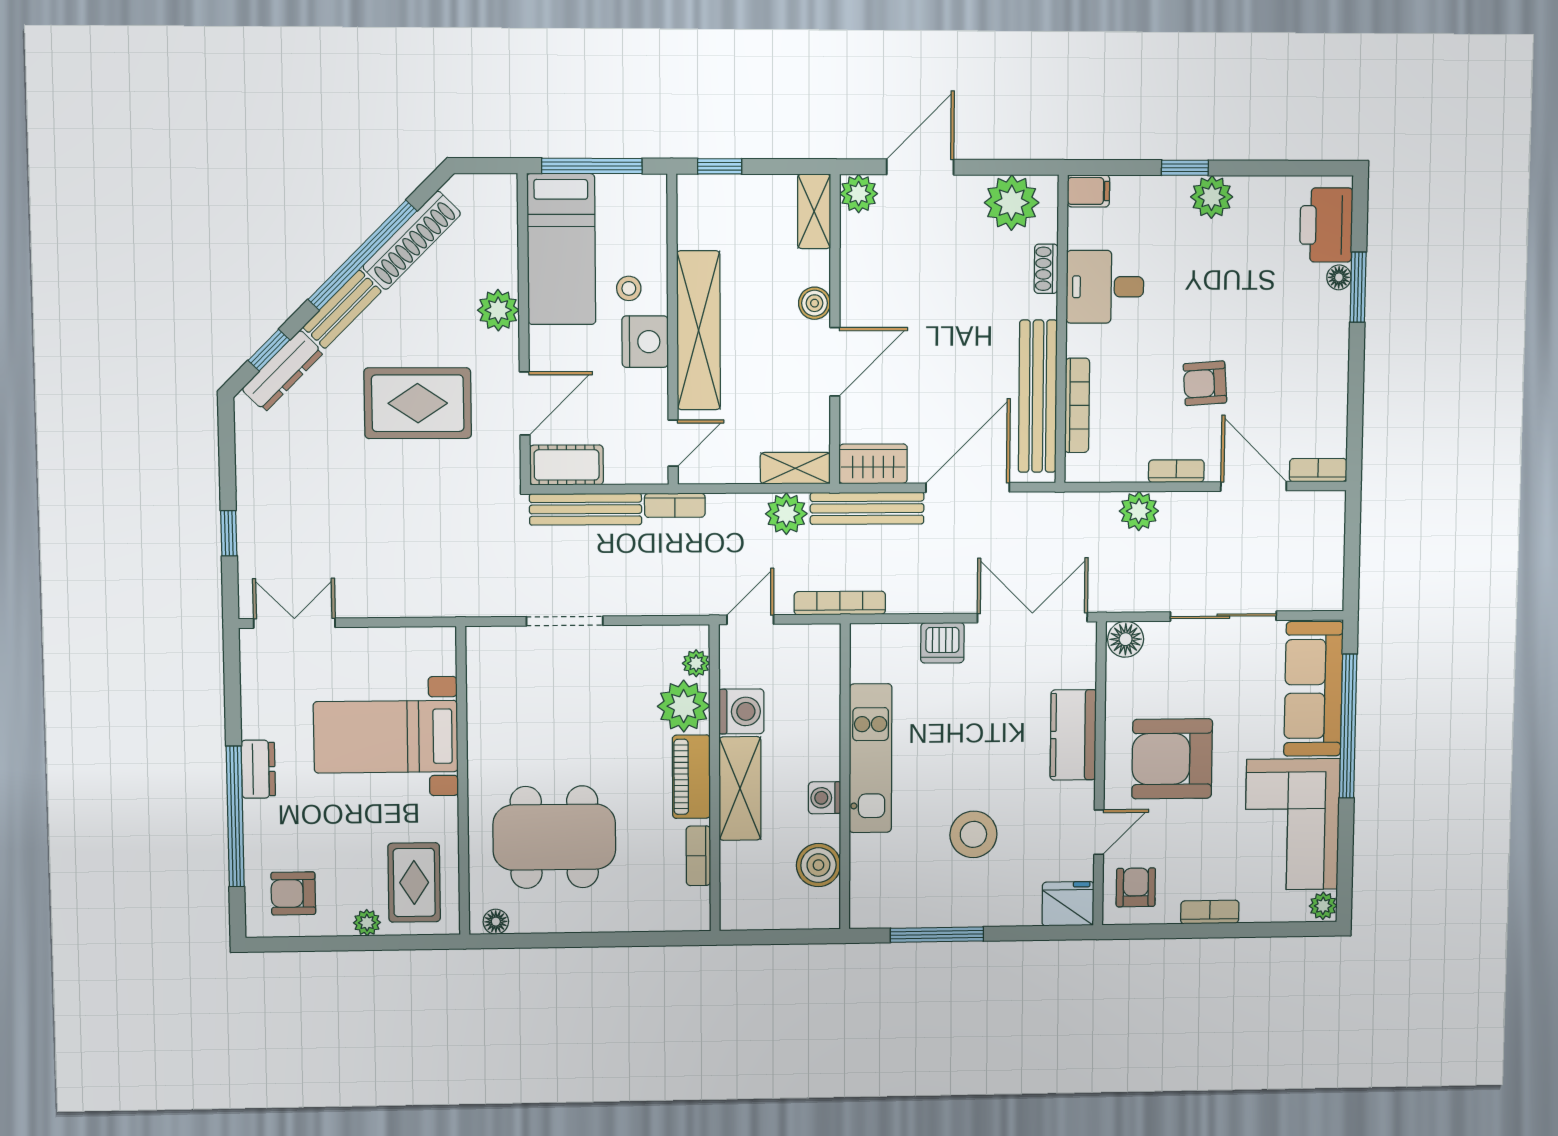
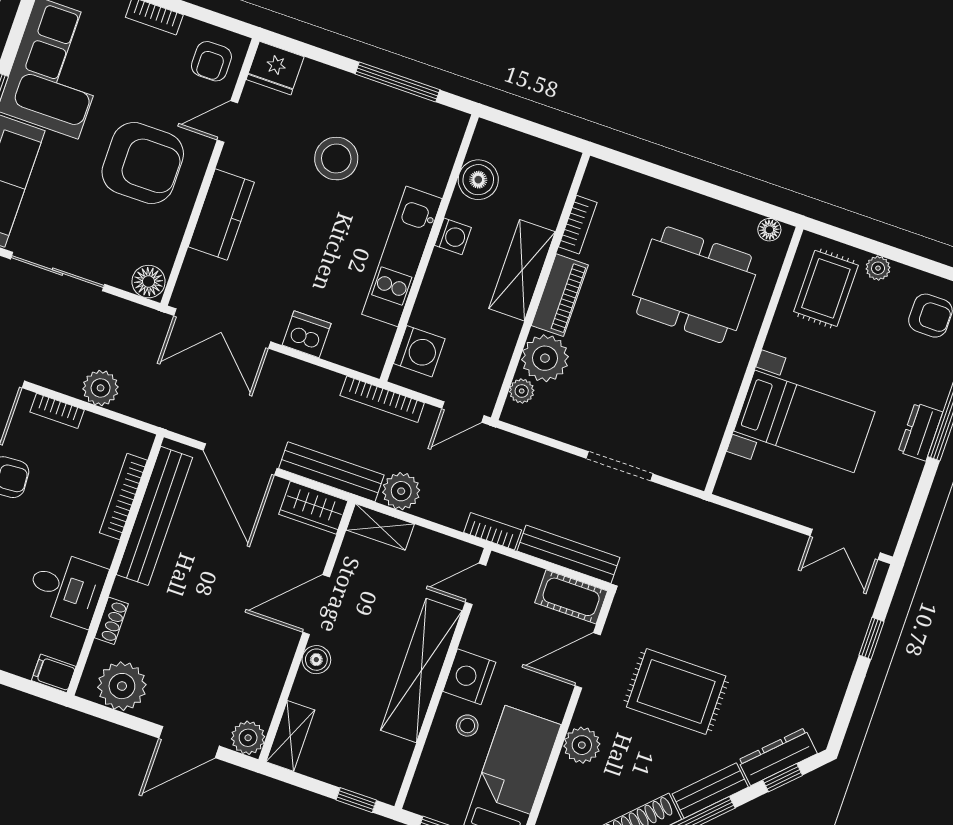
door: (968, 488) -> (240, 459), hinge flipped
washing machine: (741, 711) -> (419, 351), moved, turned 180

